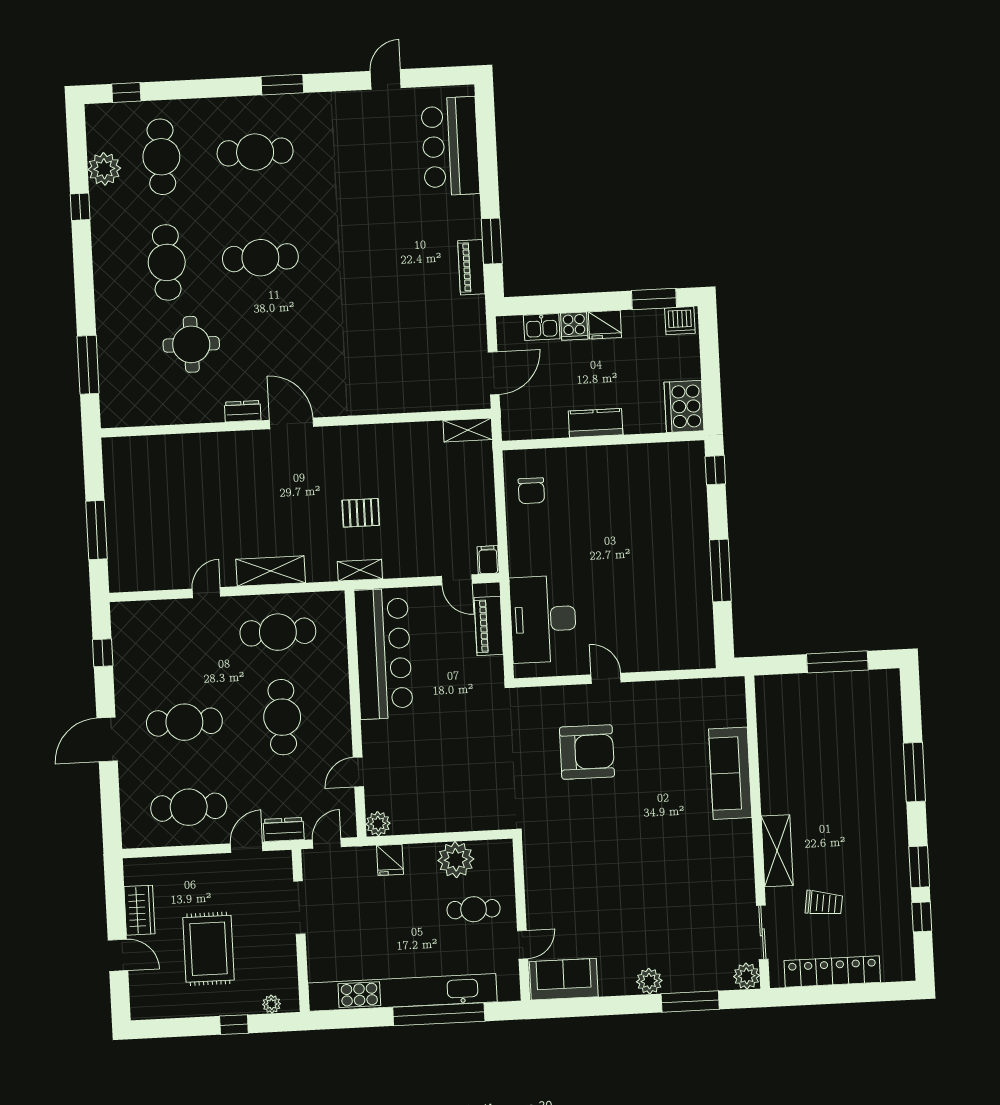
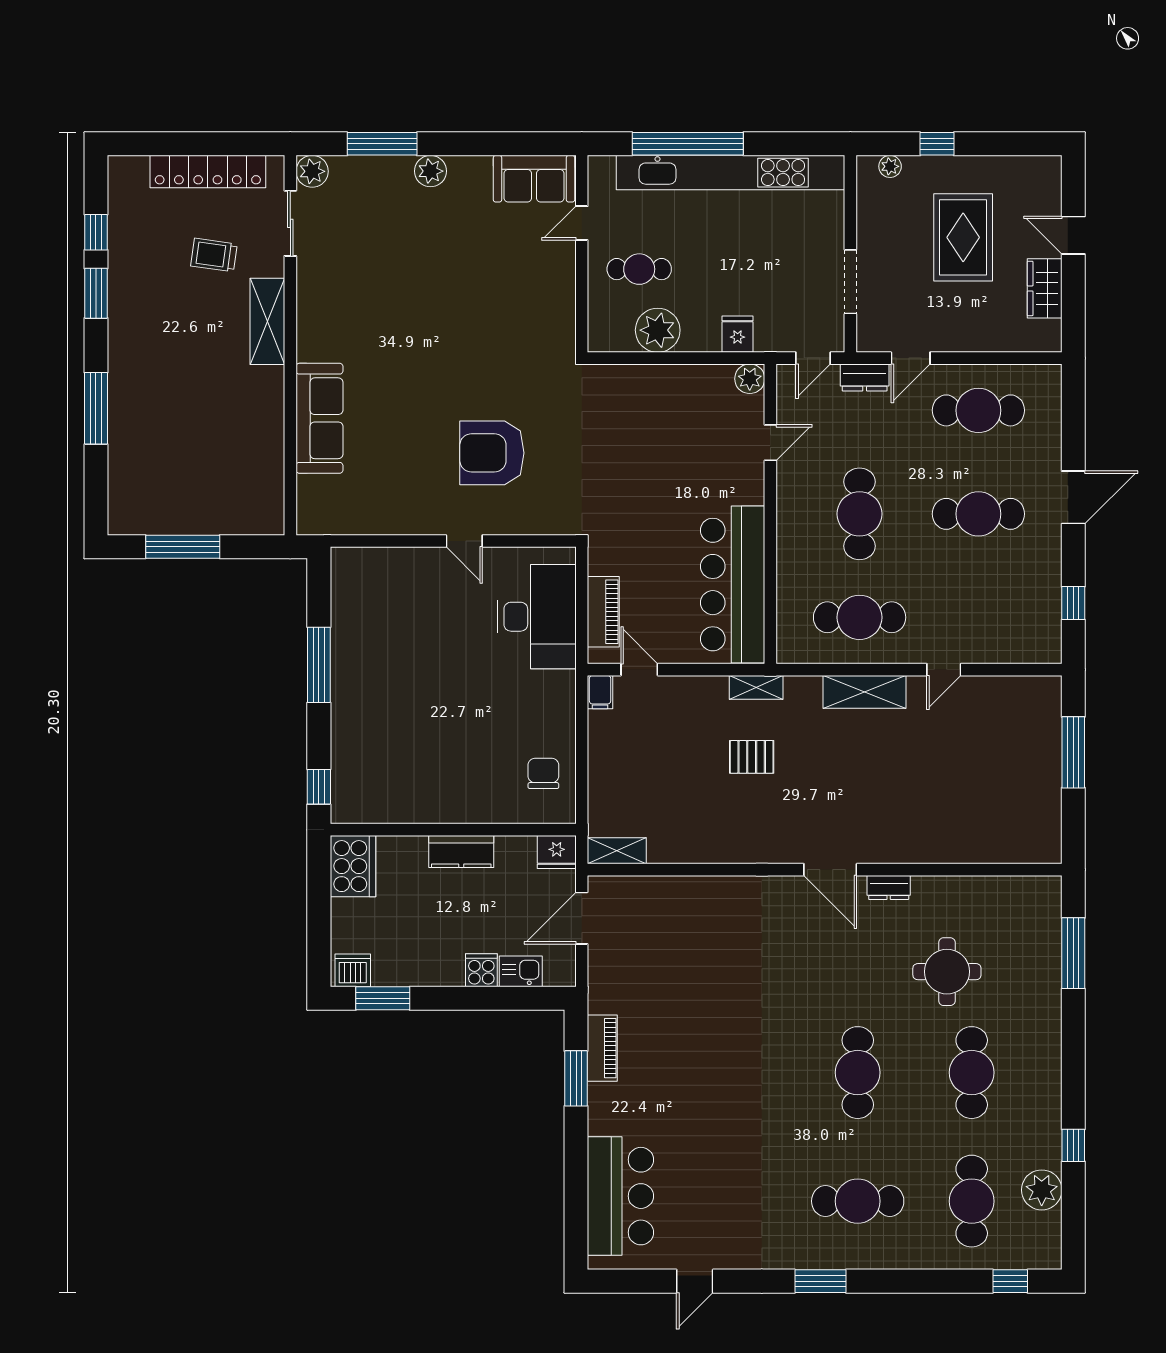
cafe table: (260, 258) -> (858, 1073), turned 90
fridge: (605, 325) -> (557, 852), moved, turned 180

